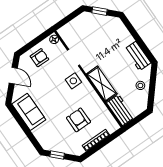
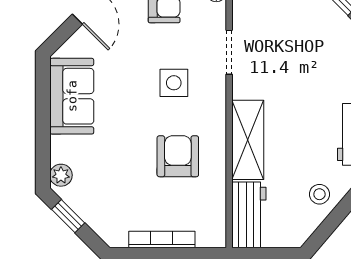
side table: (73, 81) -> (174, 83), moved
armchair: (78, 120) -> (178, 156), moved
plant: (44, 142) -> (61, 175), added

